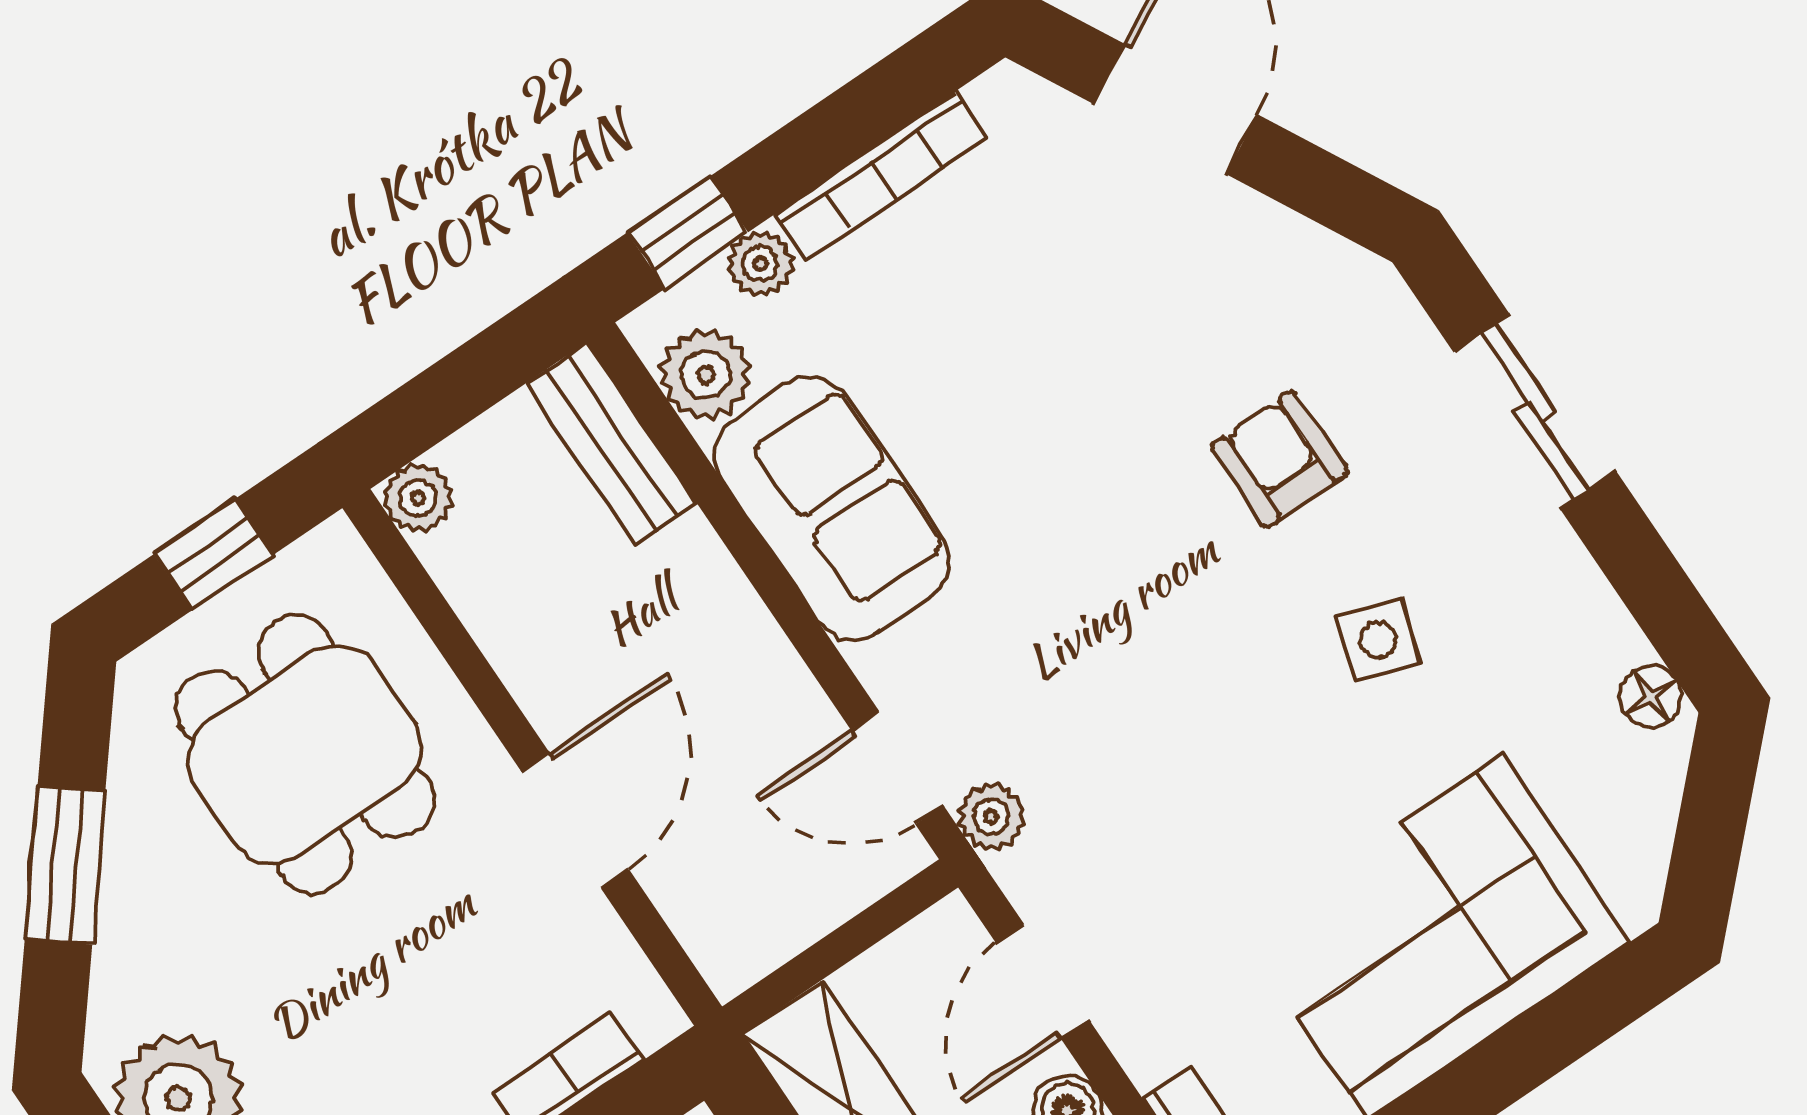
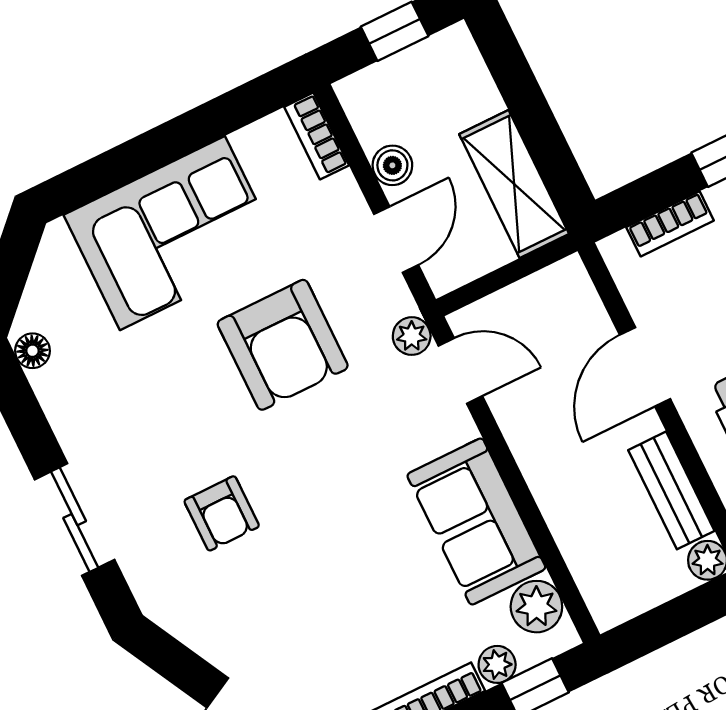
bench: (611, 443) -> (671, 490), moved
side table: (1378, 640) -> (181, 404), removed
armchair: (1215, 769) -> (283, 345), added

